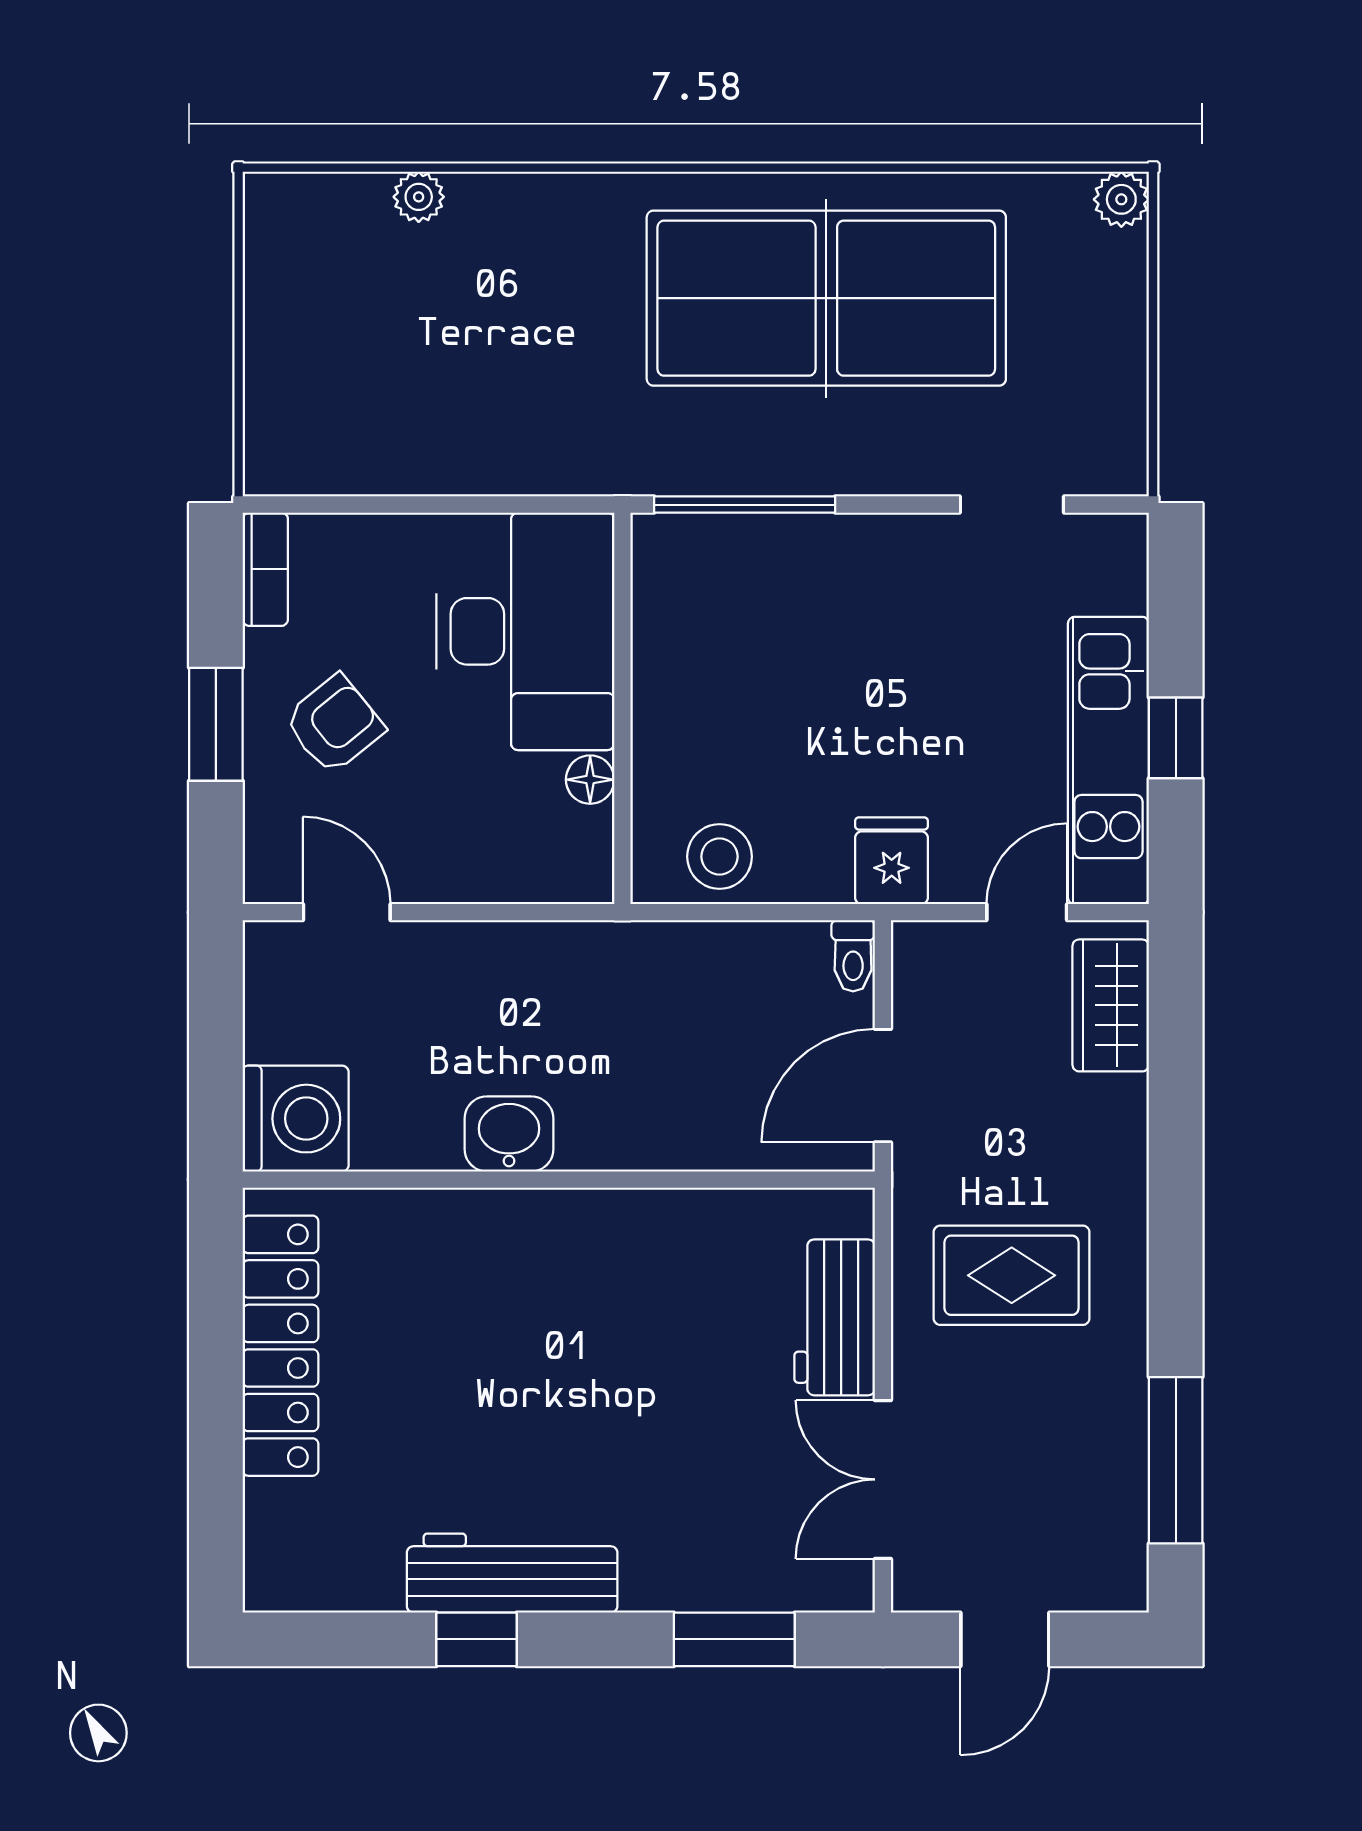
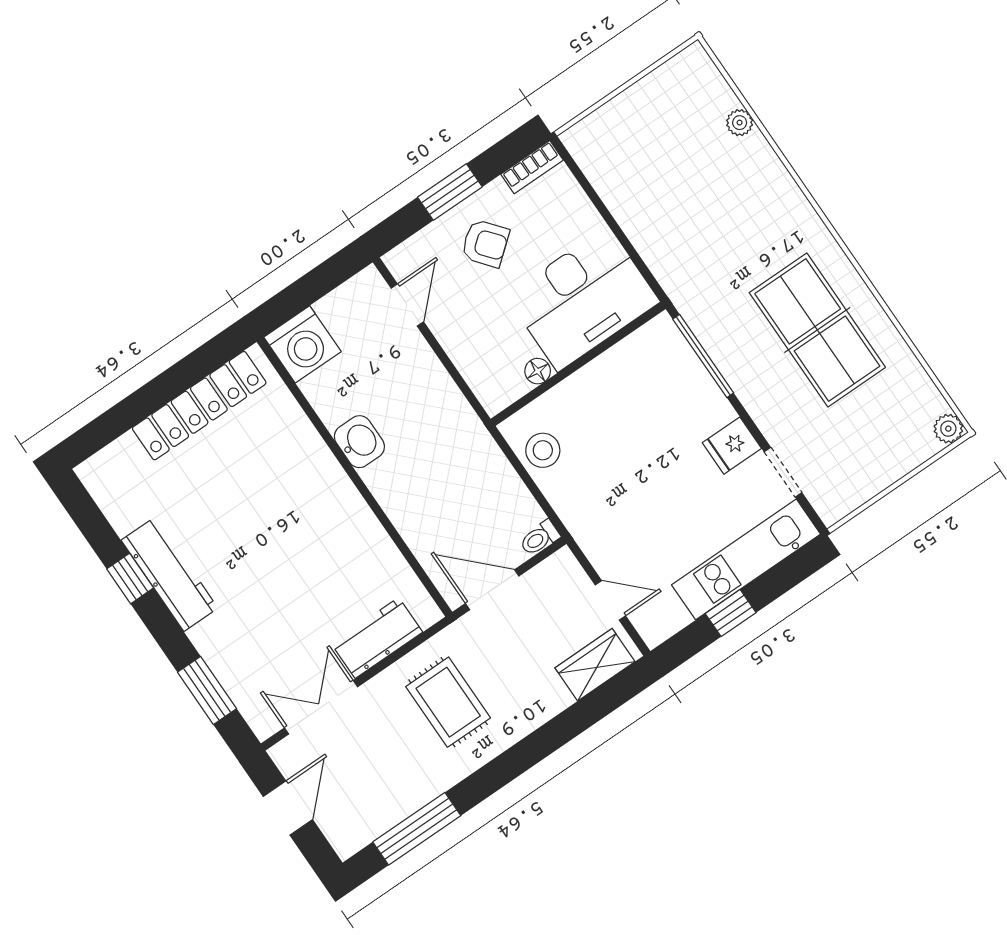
table tennis table: (826, 298) -> (817, 330), width x0.73, depth x0.76
kitchen unit: (1108, 760) -> (746, 559), moved
fridge: (892, 861) -> (732, 446), moved, turned 180
door: (1005, 1639) -> (288, 808), swing flipped

